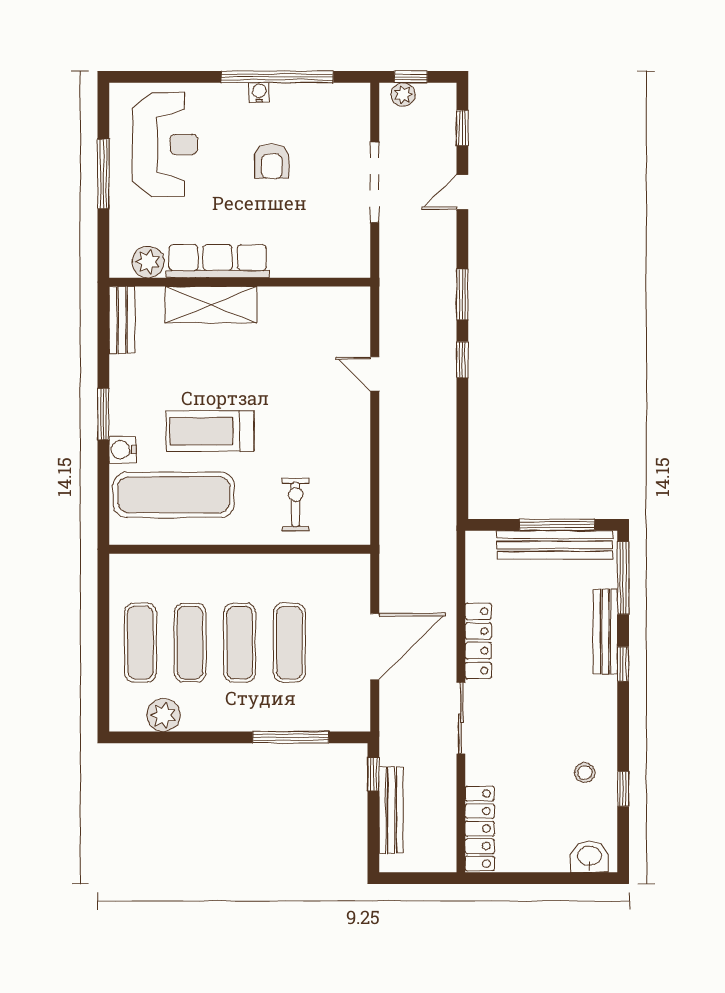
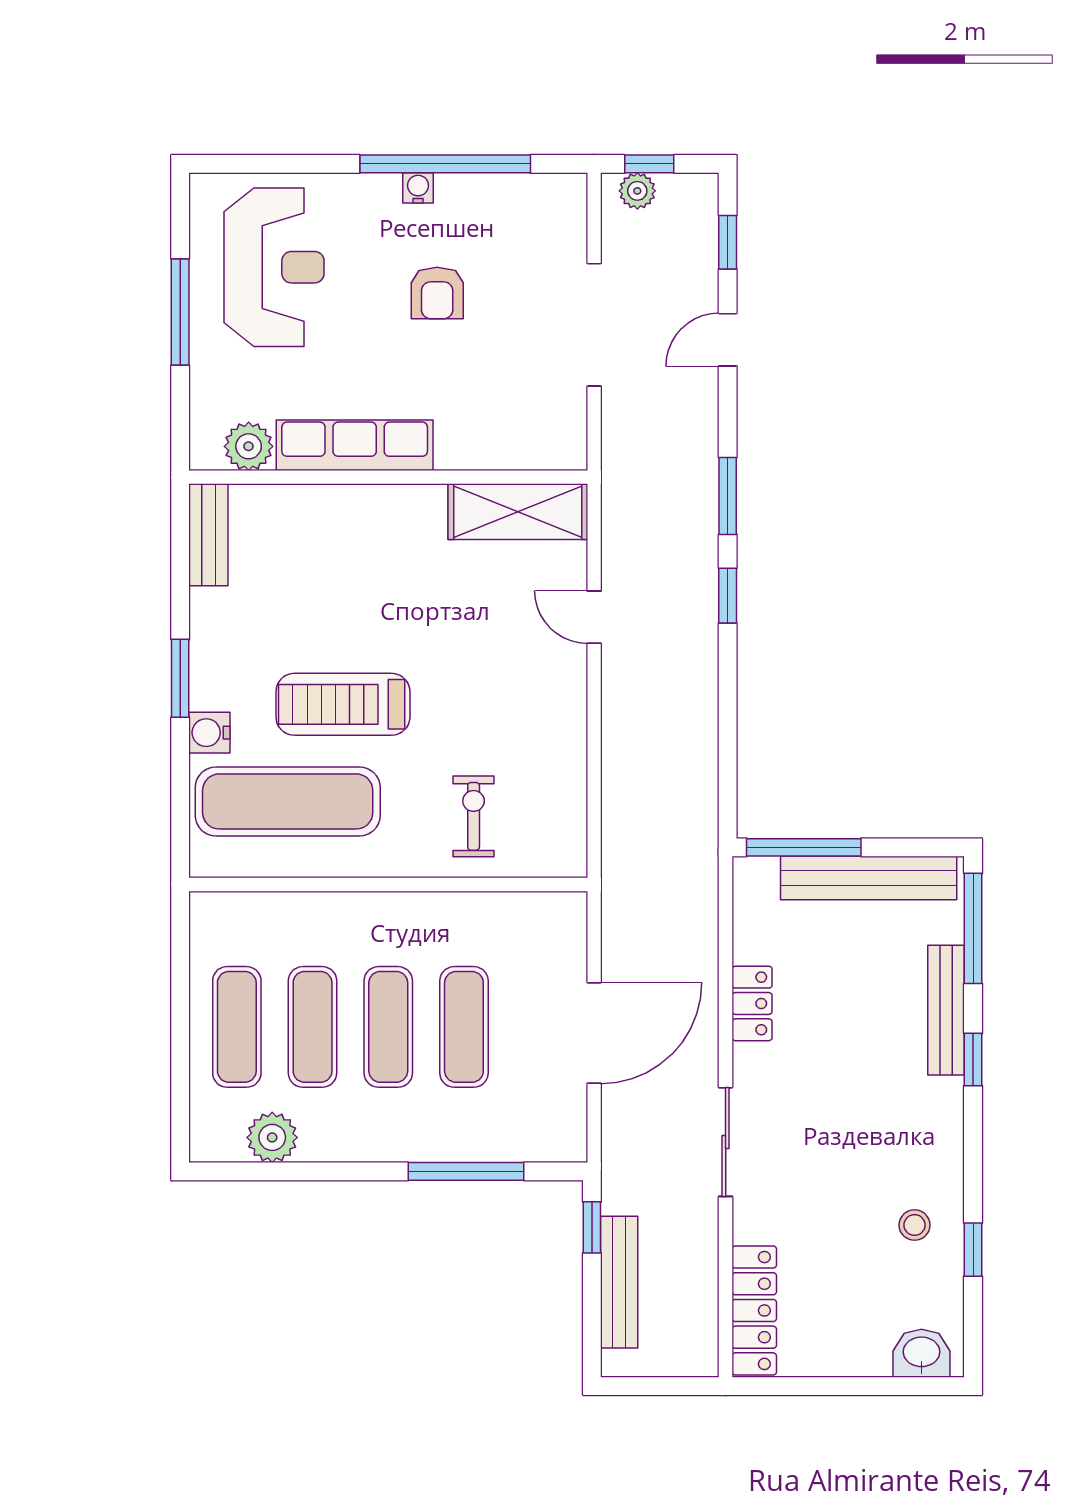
shelving: (211, 305) -> (518, 512), moved
window: (557, 525) -> (804, 847), moved
locker: (478, 641) -> (752, 1003), width x0.66

